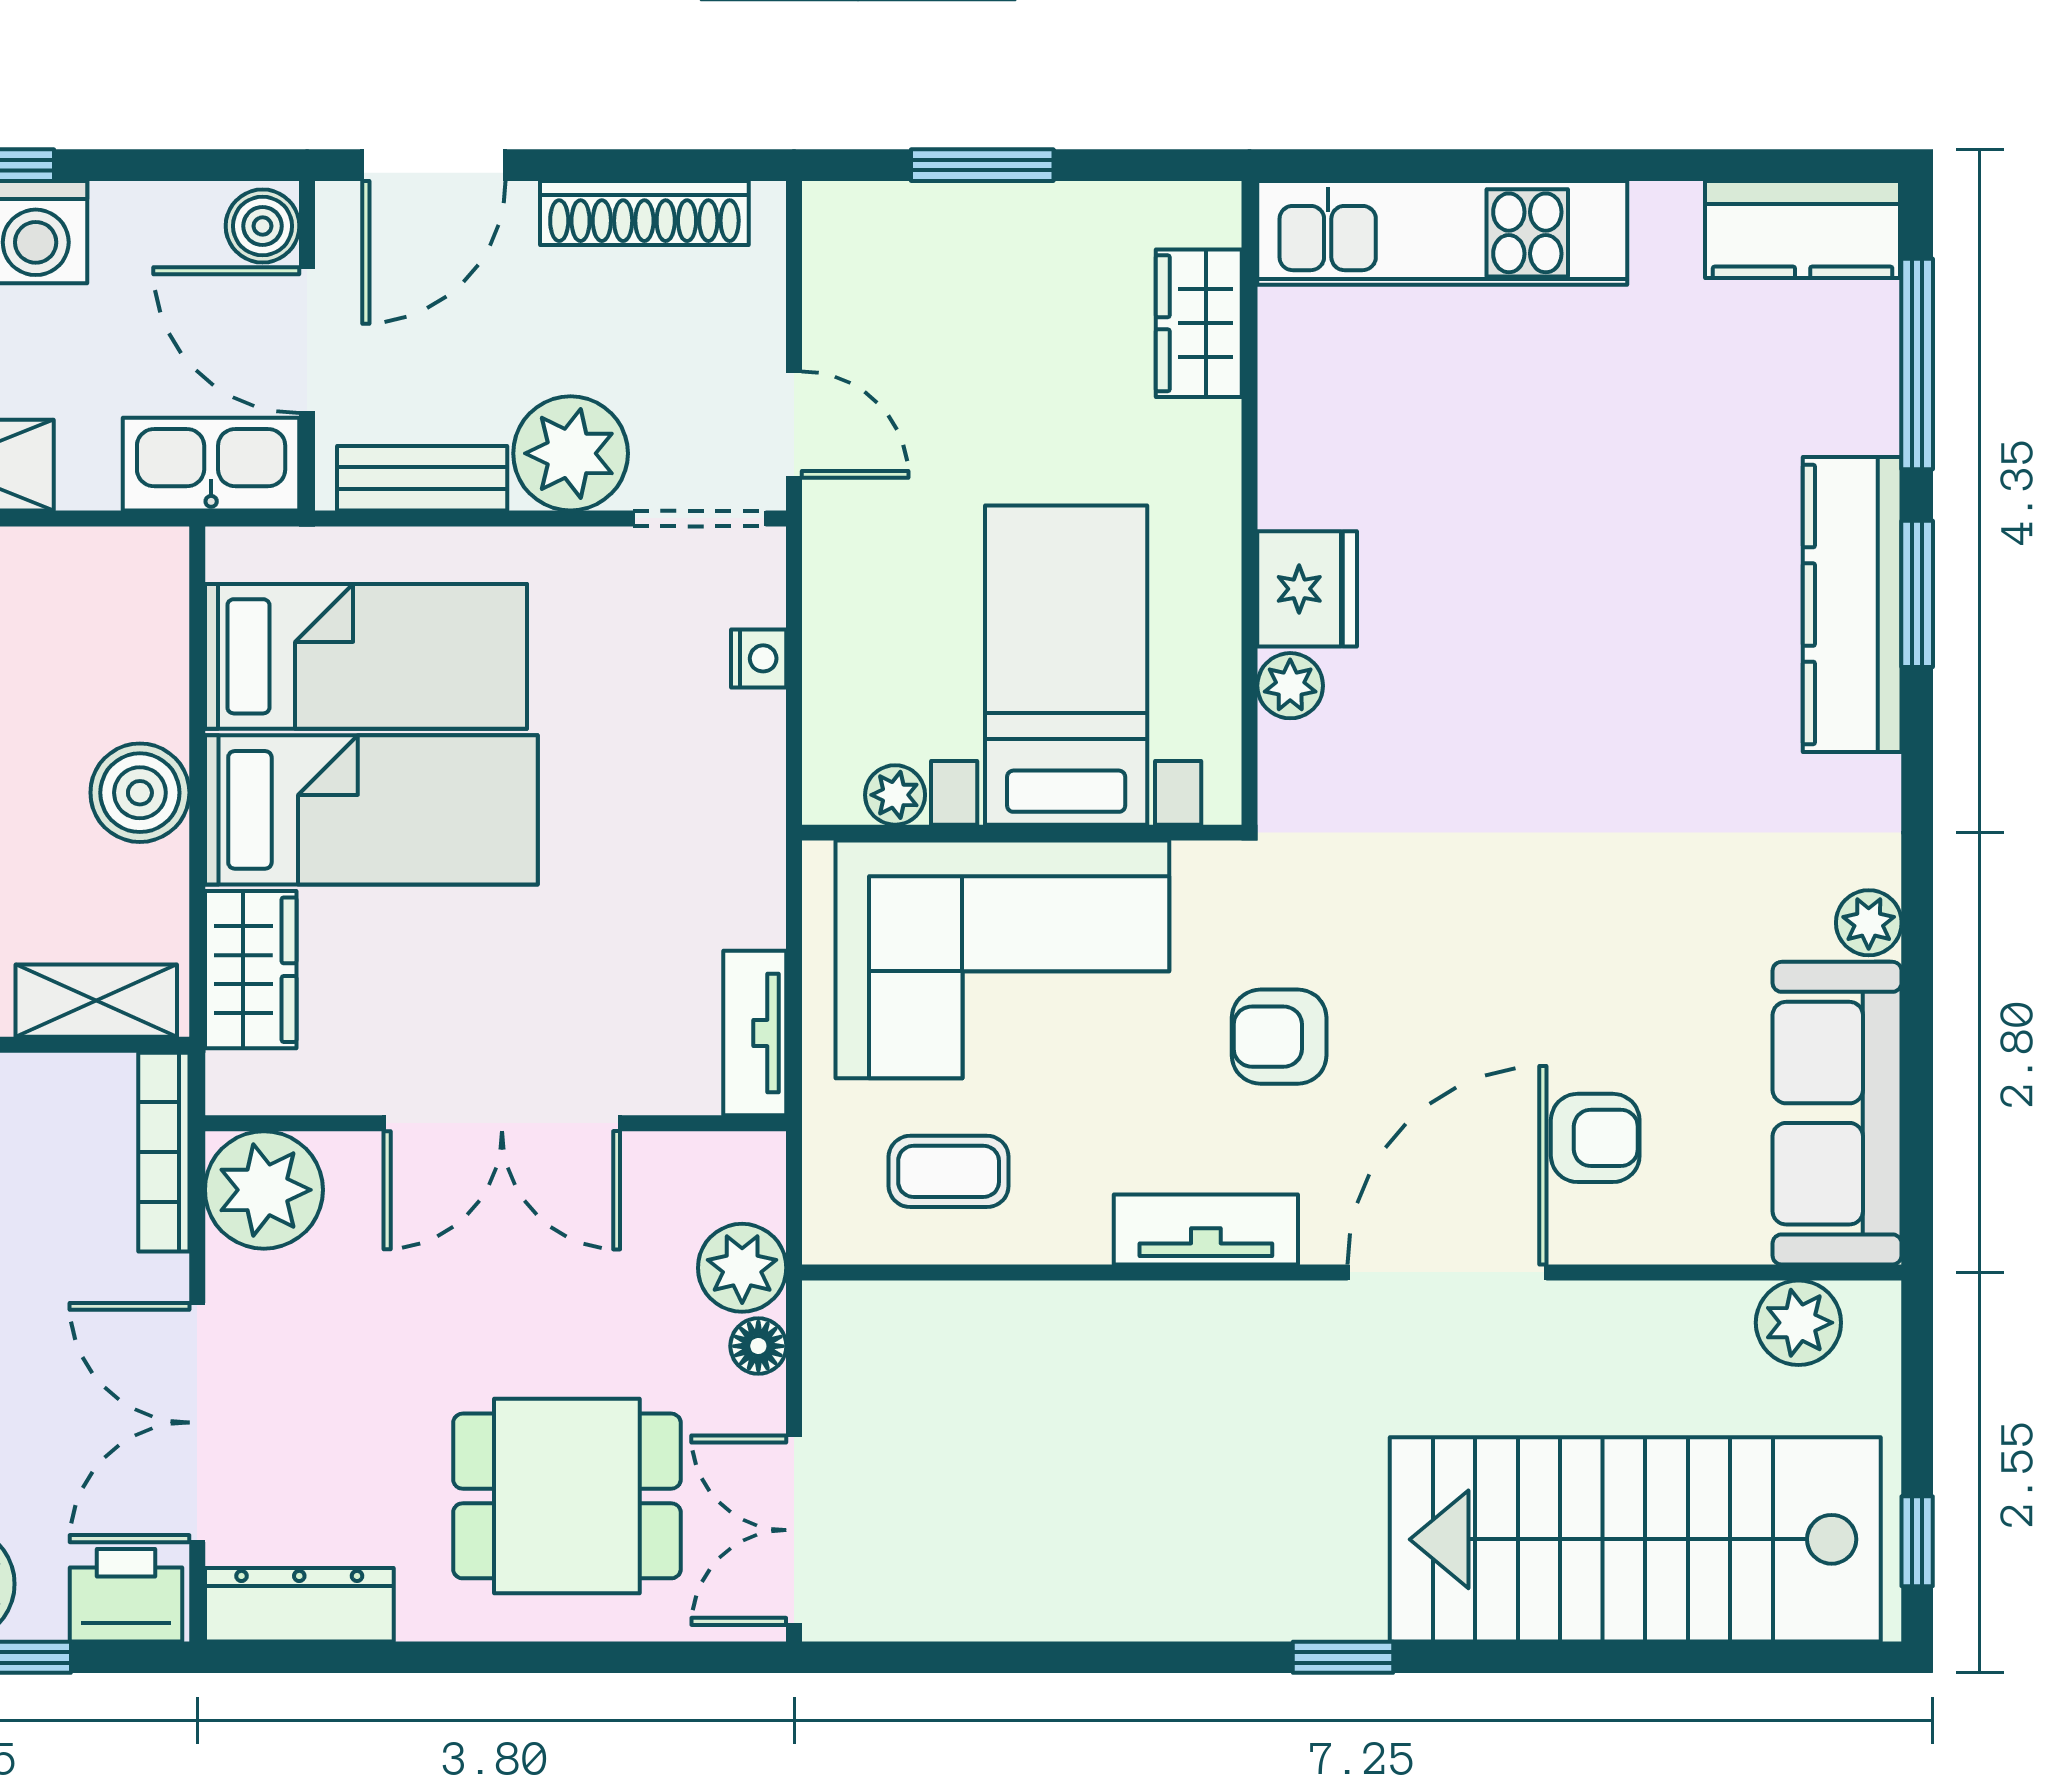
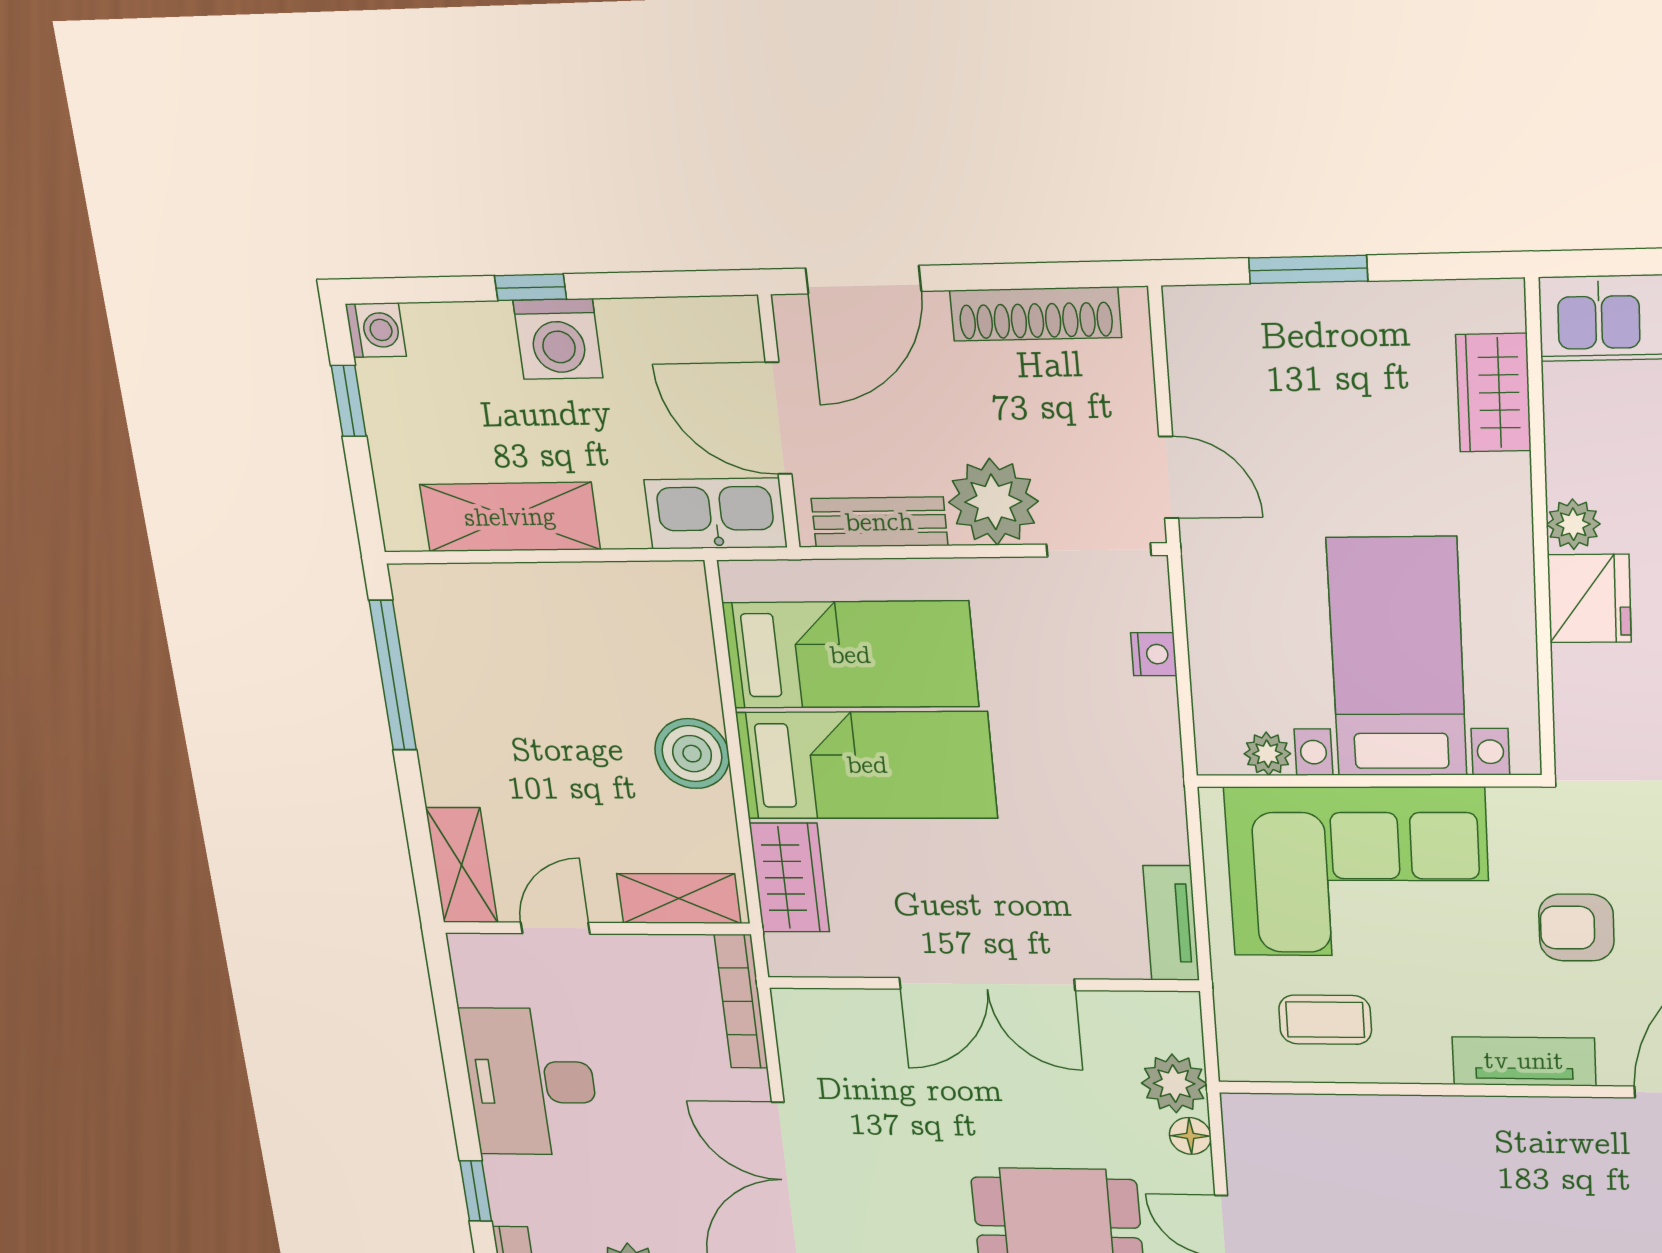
boiler: (263, 226) -> (733, 331), removed
plant: (1290, 686) -> (1573, 524), moved
plant: (264, 1190) -> (817, 1028), removed

